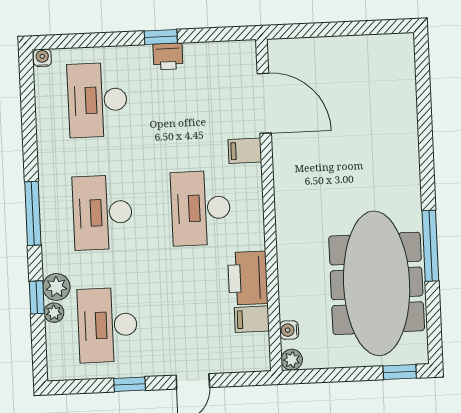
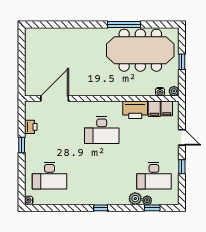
printer: (168, 56) -> (31, 127), moved
filing cabinet: (245, 151) -> (167, 108), moved
window: (33, 213) -> (101, 208), width x0.46
desk: (102, 213) -> (102, 176), removed
window: (37, 297) -> (152, 208), moved
window: (400, 372) -> (182, 62), moved

